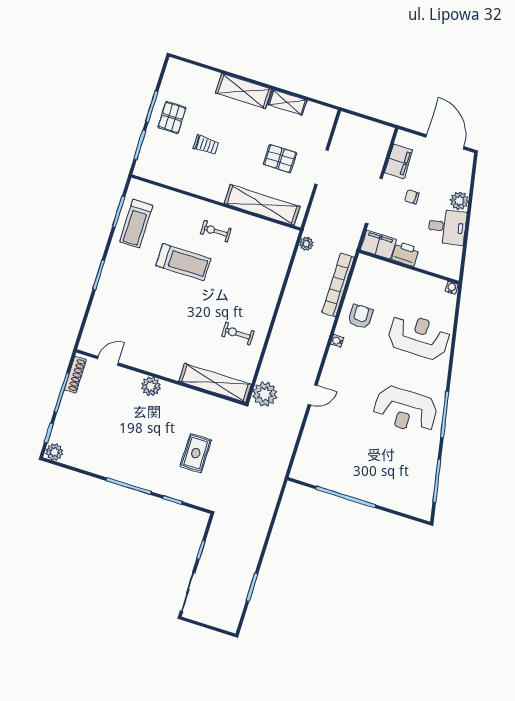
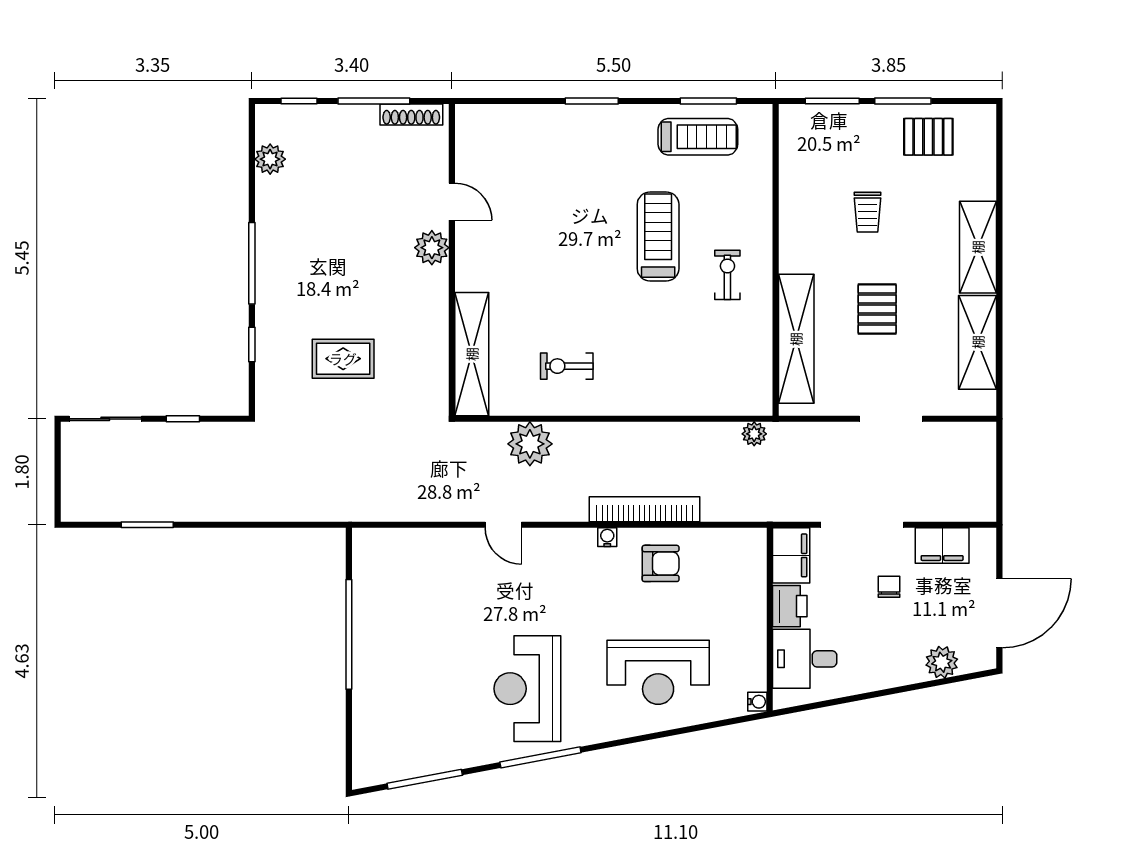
shelving: (287, 102) -> (978, 342), width x1.50, depth x1.33
pallet: (172, 117) -> (928, 137), moved
pallet: (280, 159) -> (877, 309), moved
plant: (459, 201) -> (942, 662), moved
treadmill: (136, 224) -> (698, 137), turned 180
desk: (447, 227) -> (805, 659), moved, turned 101
treadmill: (183, 262) -> (658, 237), turned 180
bookcase: (338, 285) -> (645, 509), moved
exercise bike: (238, 334) -> (567, 366), turned -90
reception desk: (419, 336) -> (658, 672), turned 90
door: (108, 361) -> (452, 202), moved
plant: (265, 394) -> (530, 444), moved
plant: (54, 452) -> (270, 159), moved

